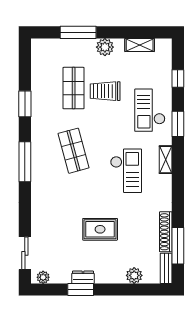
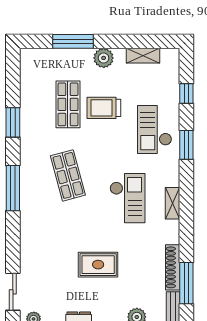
shelving: (166, 160) -> (172, 203), moved

